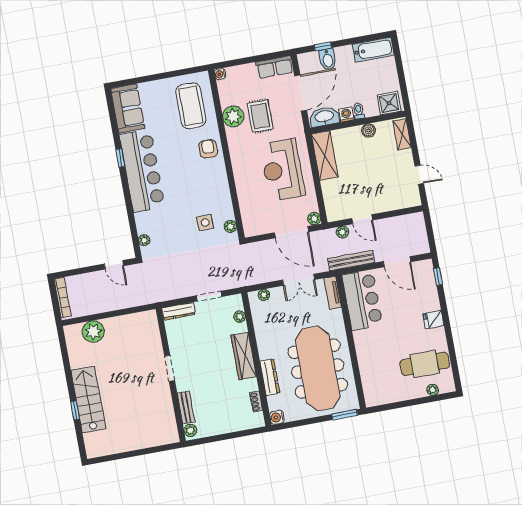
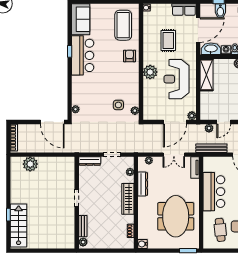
plant: (233, 116) -> (150, 72), moved
bar counter: (142, 171) -> (83, 55), width x0.73
door: (362, 219) -> (224, 122), hinge flipped
door: (291, 232) -> (175, 122), hinge flipped
door: (114, 265) -> (52, 122), width x1.88
bar counter: (362, 300) -> (214, 192), moved
meeting table: (318, 368) -> (176, 216), width x0.73
cafe table: (386, 376) -> (220, 230), added
dresser: (270, 377) -> (143, 184), moved
stairs: (88, 399) -> (19, 225), moved

